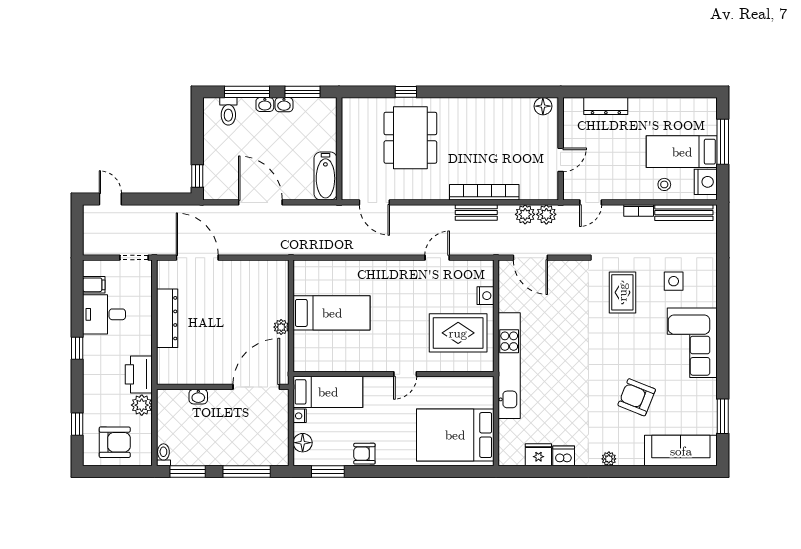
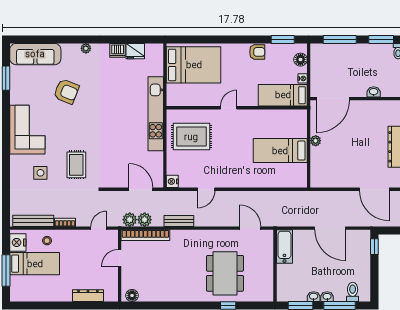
bookcase: (484, 192) -> (145, 235), moved
nightstand: (485, 296) -> (172, 181), moved

